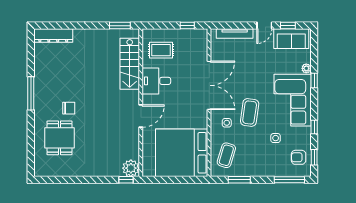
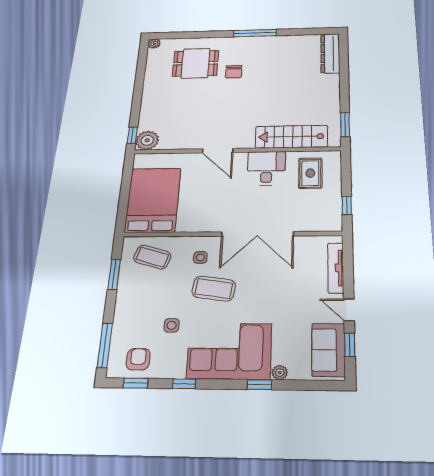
bed: (182, 153) -> (153, 200), width x0.73
plant: (39, 172) -> (154, 44), added

